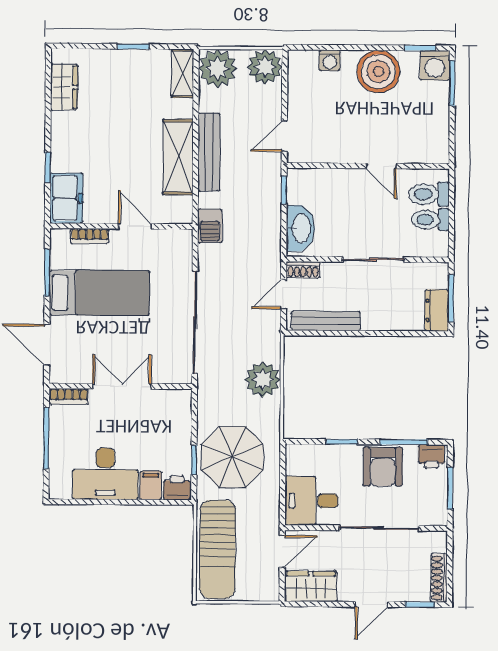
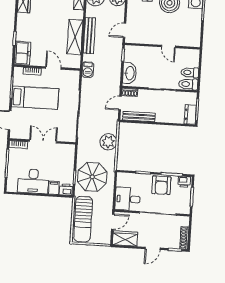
toilet: (429, 194) -> (188, 84), moved

